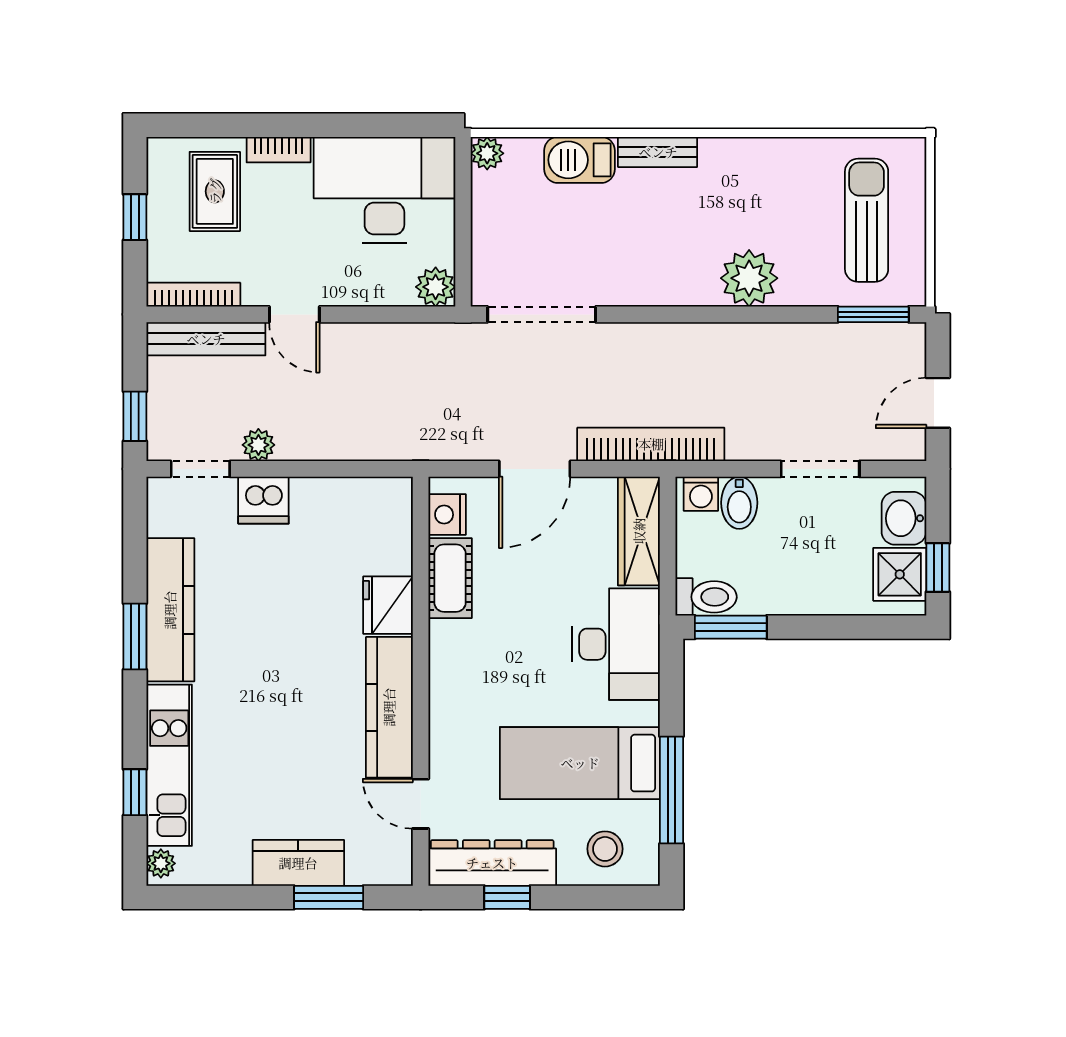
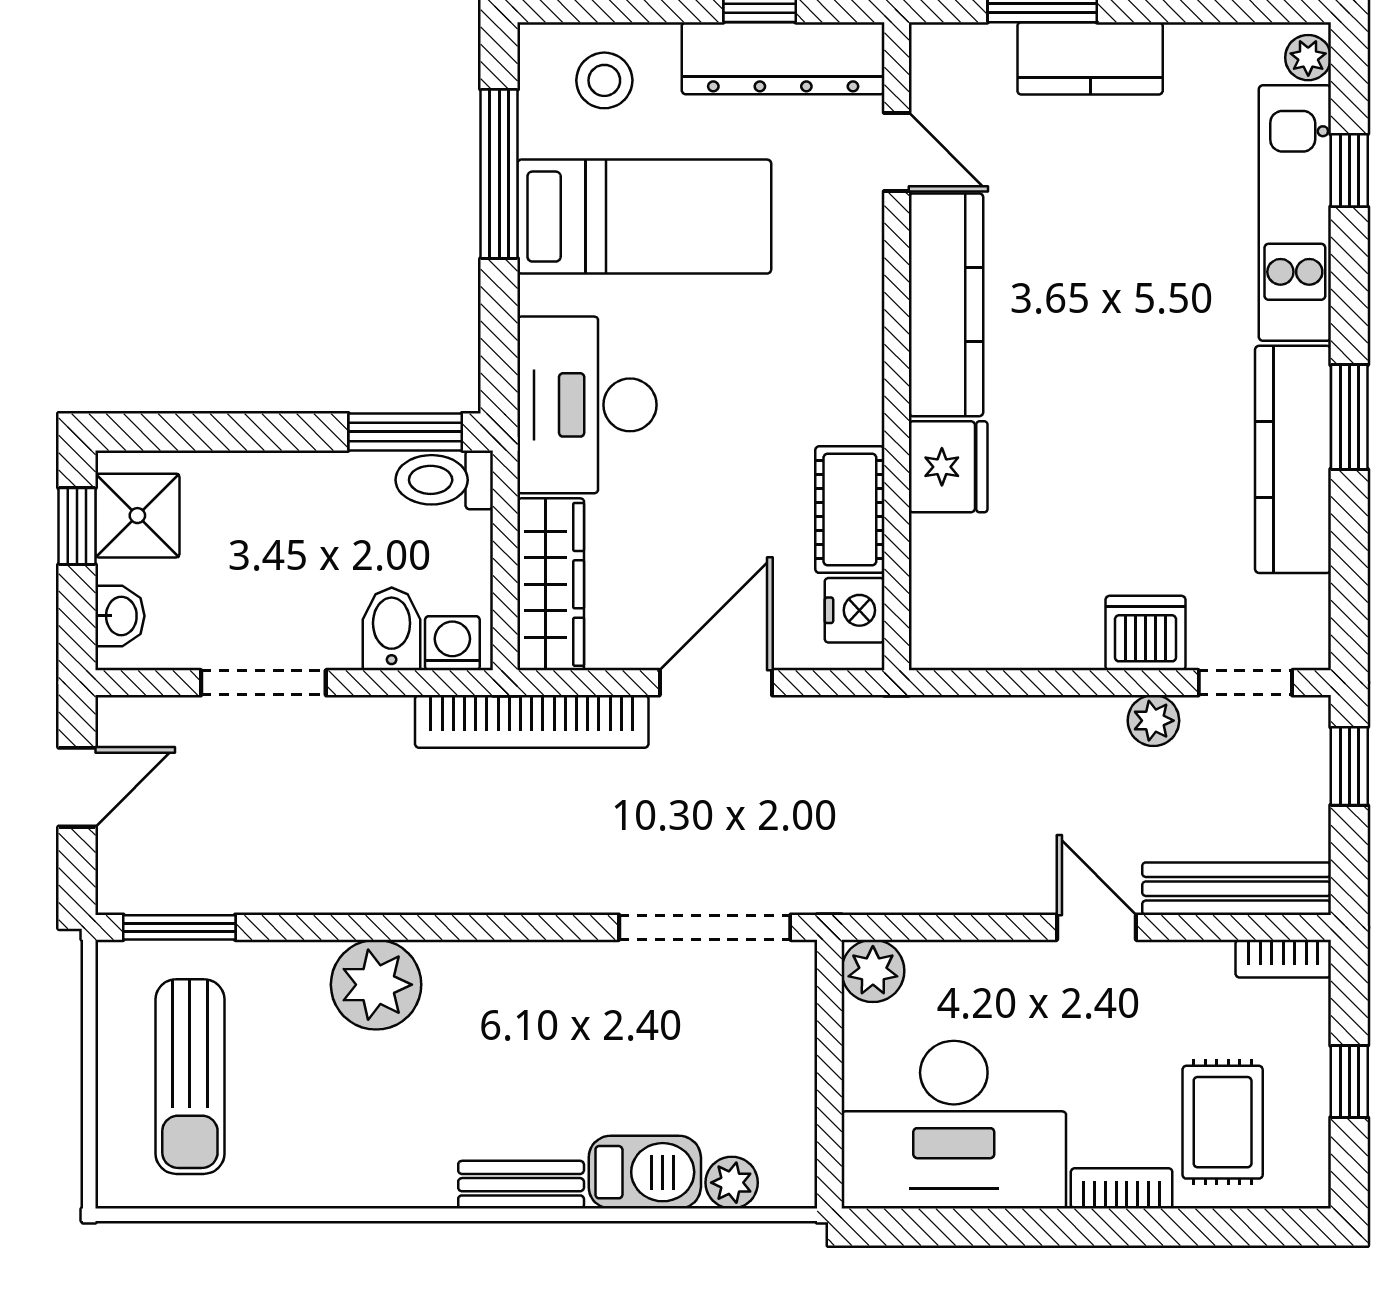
plant: (487, 153) -> (732, 1183), moved
bookcase: (193, 295) -> (1283, 959), width x0.64
washbasin: (904, 518) -> (120, 616), width x0.72, depth x0.69

